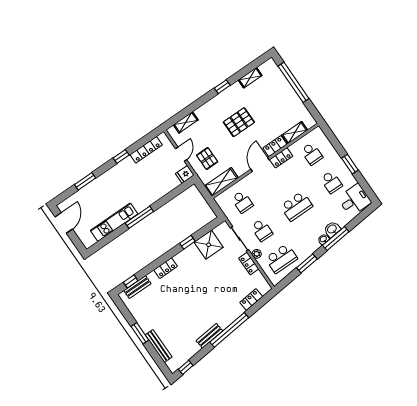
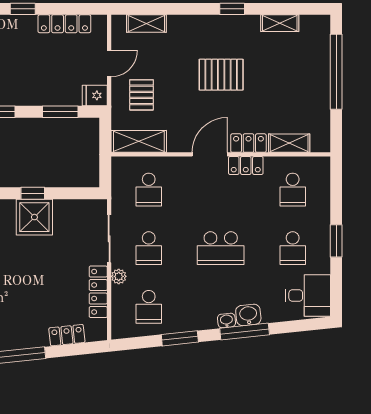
window: (173, 194) -> (60, 112), added
shower: (209, 245) -> (34, 217), moved
school desk: (281, 258) -> (149, 307), width x0.54
locker: (249, 264) -> (98, 292), width x1.53

